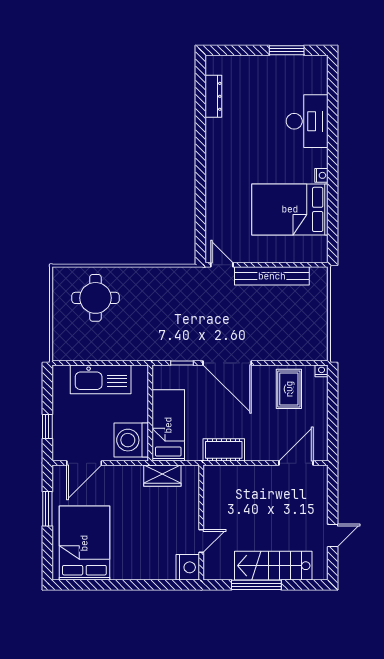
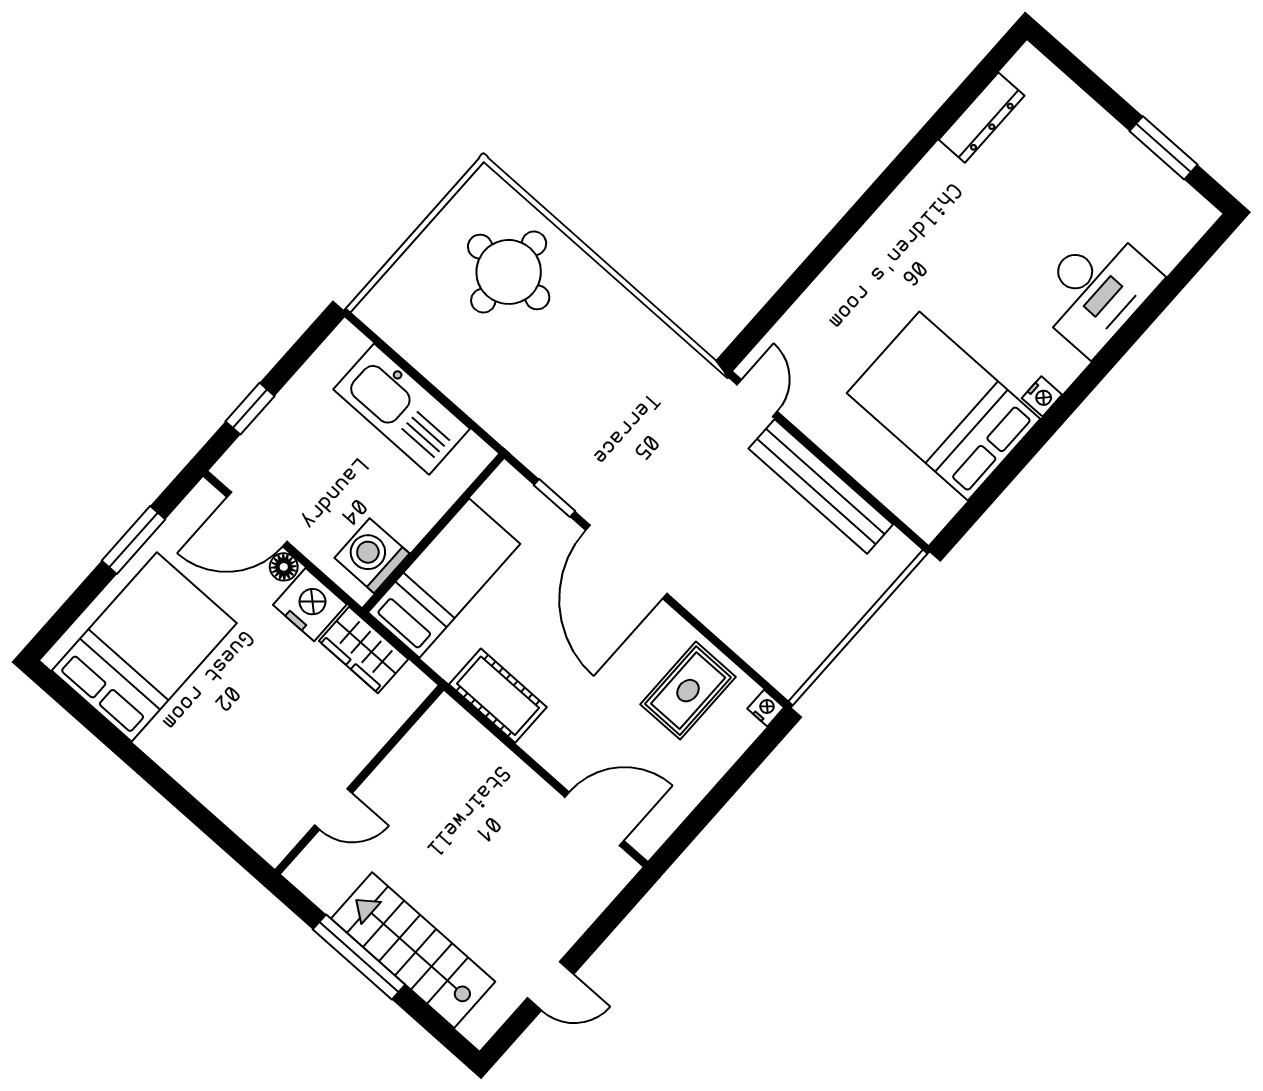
washing machine: (131, 440) -> (372, 556), width x0.73, depth x0.73
floor lamp: (108, 471) -> (284, 567), added
nightstand: (188, 567) -> (310, 605), moved, turned -90

